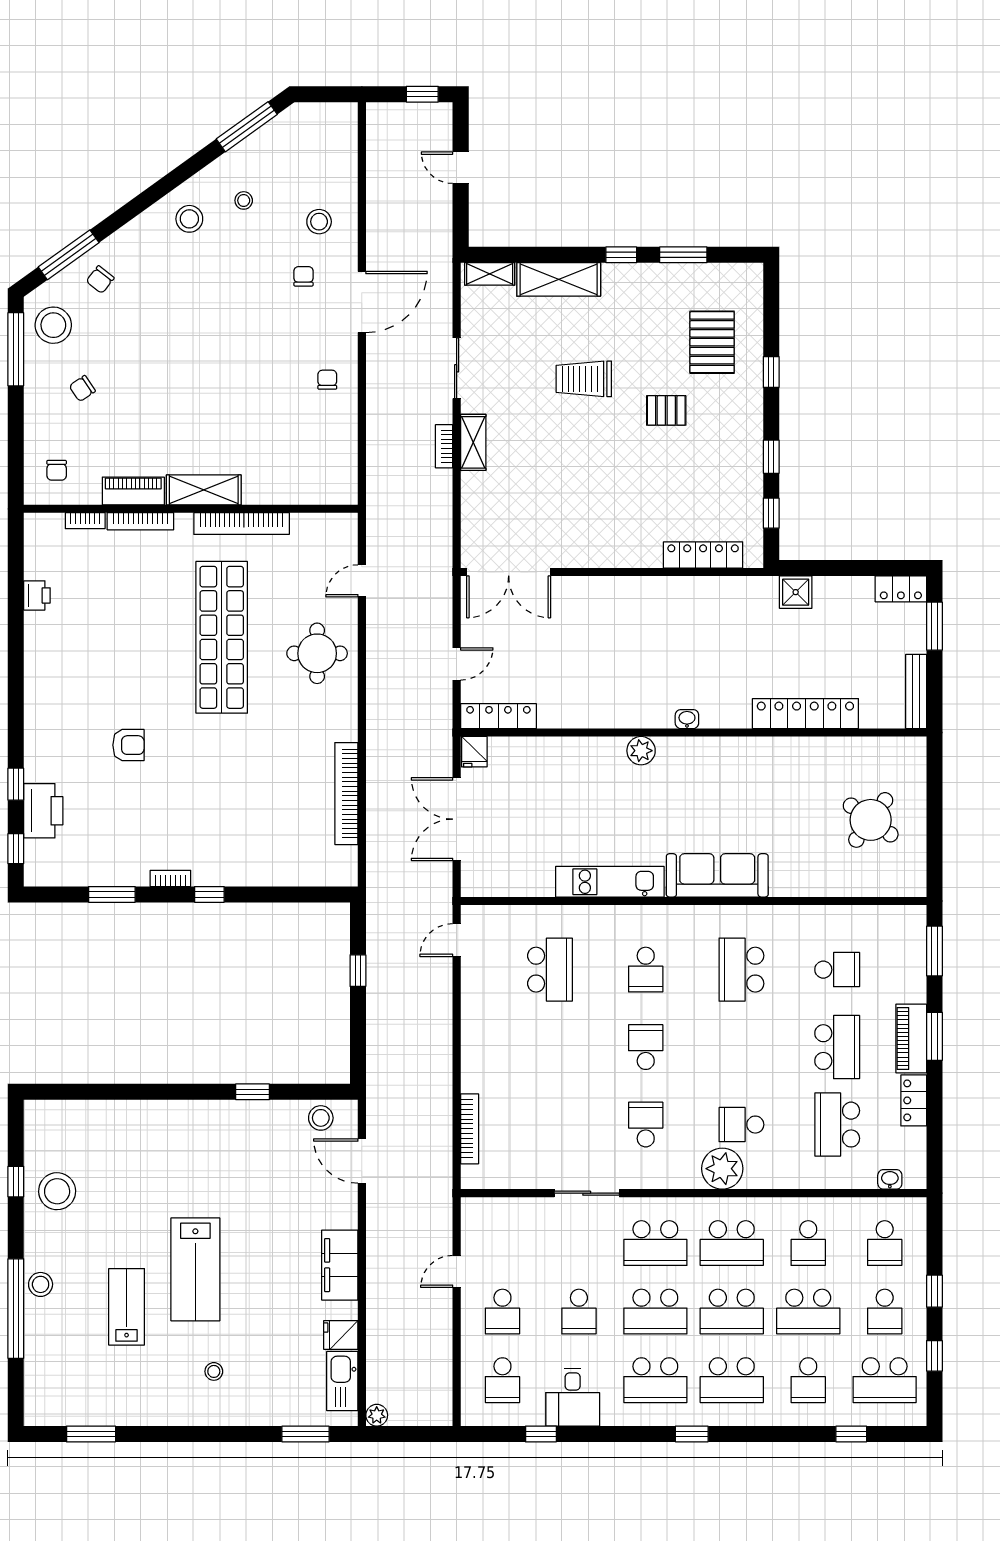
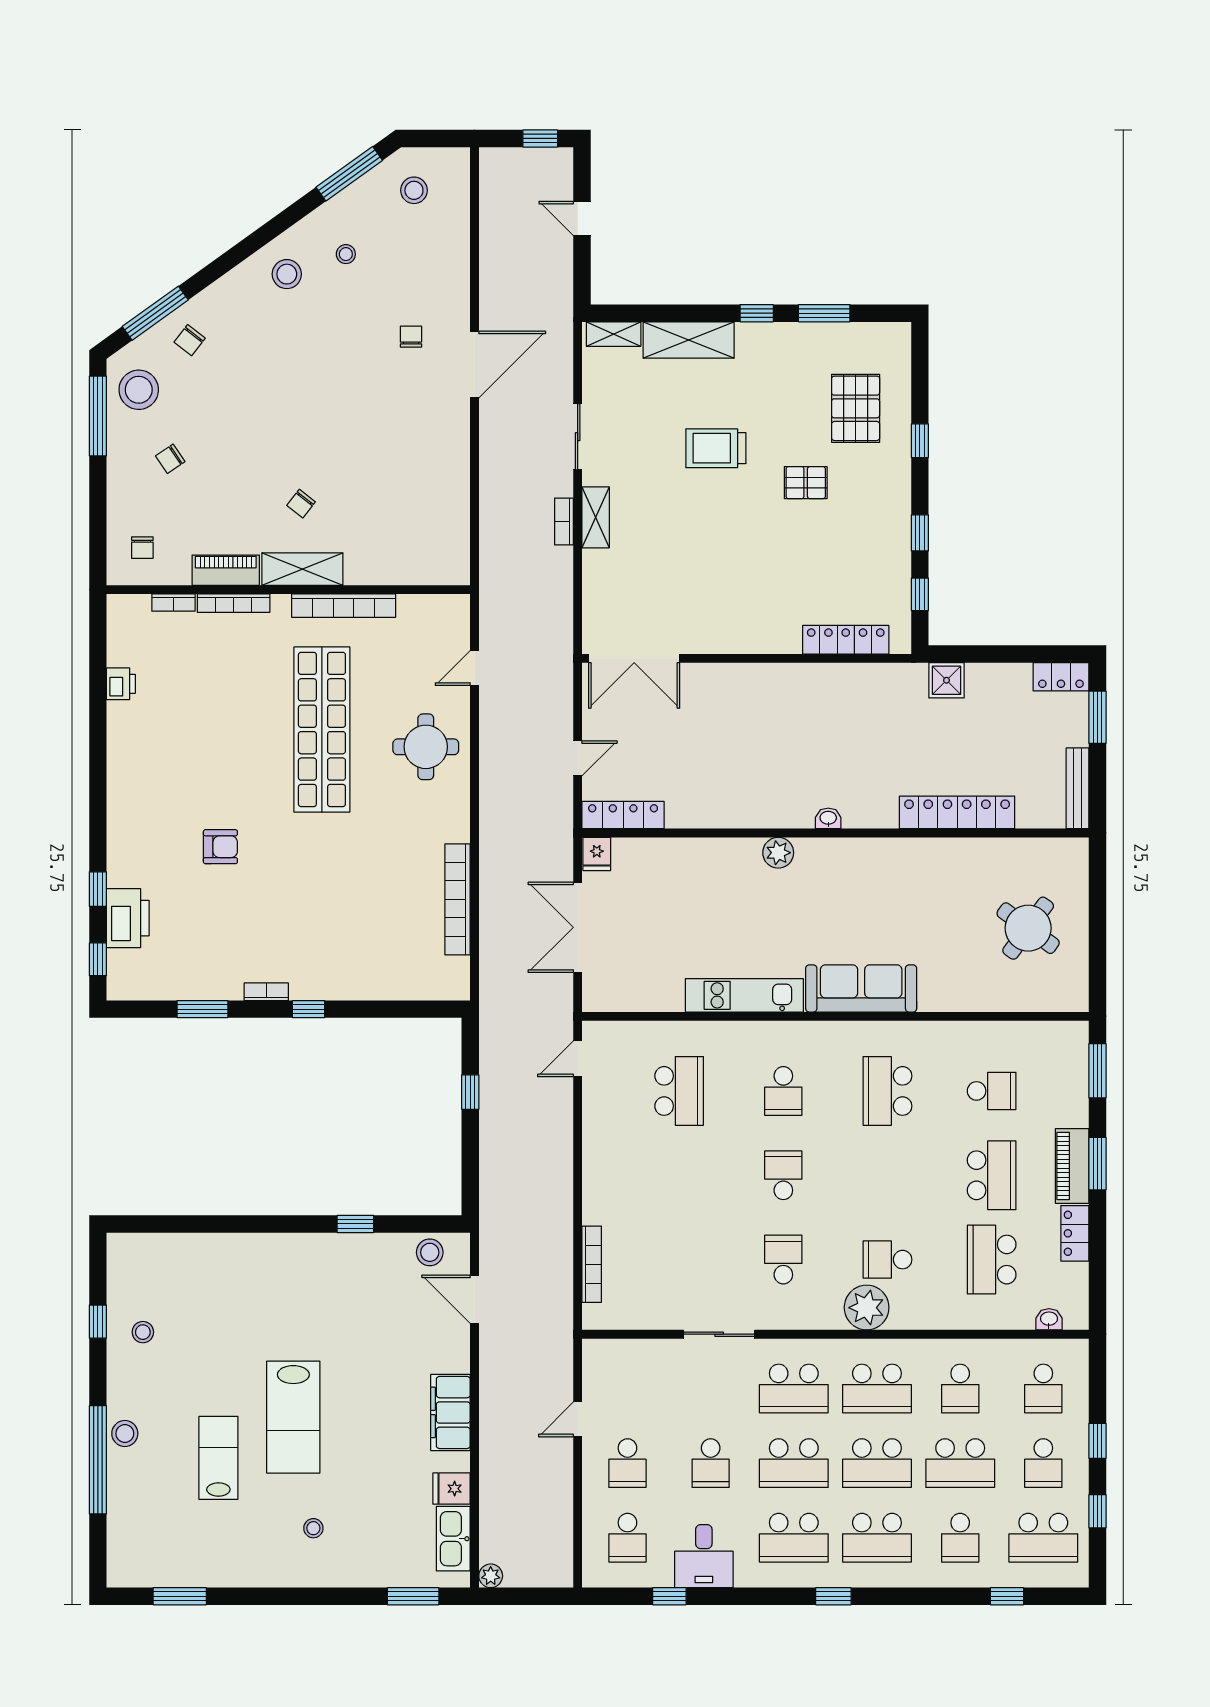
stool: (319, 222) -> (414, 190), moved
chair: (327, 380) -> (301, 504), moved, turned -142
stool: (57, 1191) -> (143, 1332), width x0.53, depth x0.53

